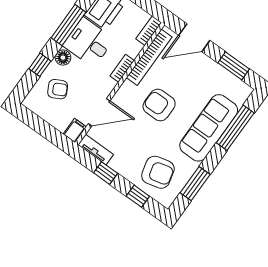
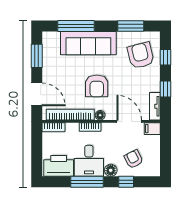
floor lamp: (127, 87) -> (100, 115), added

